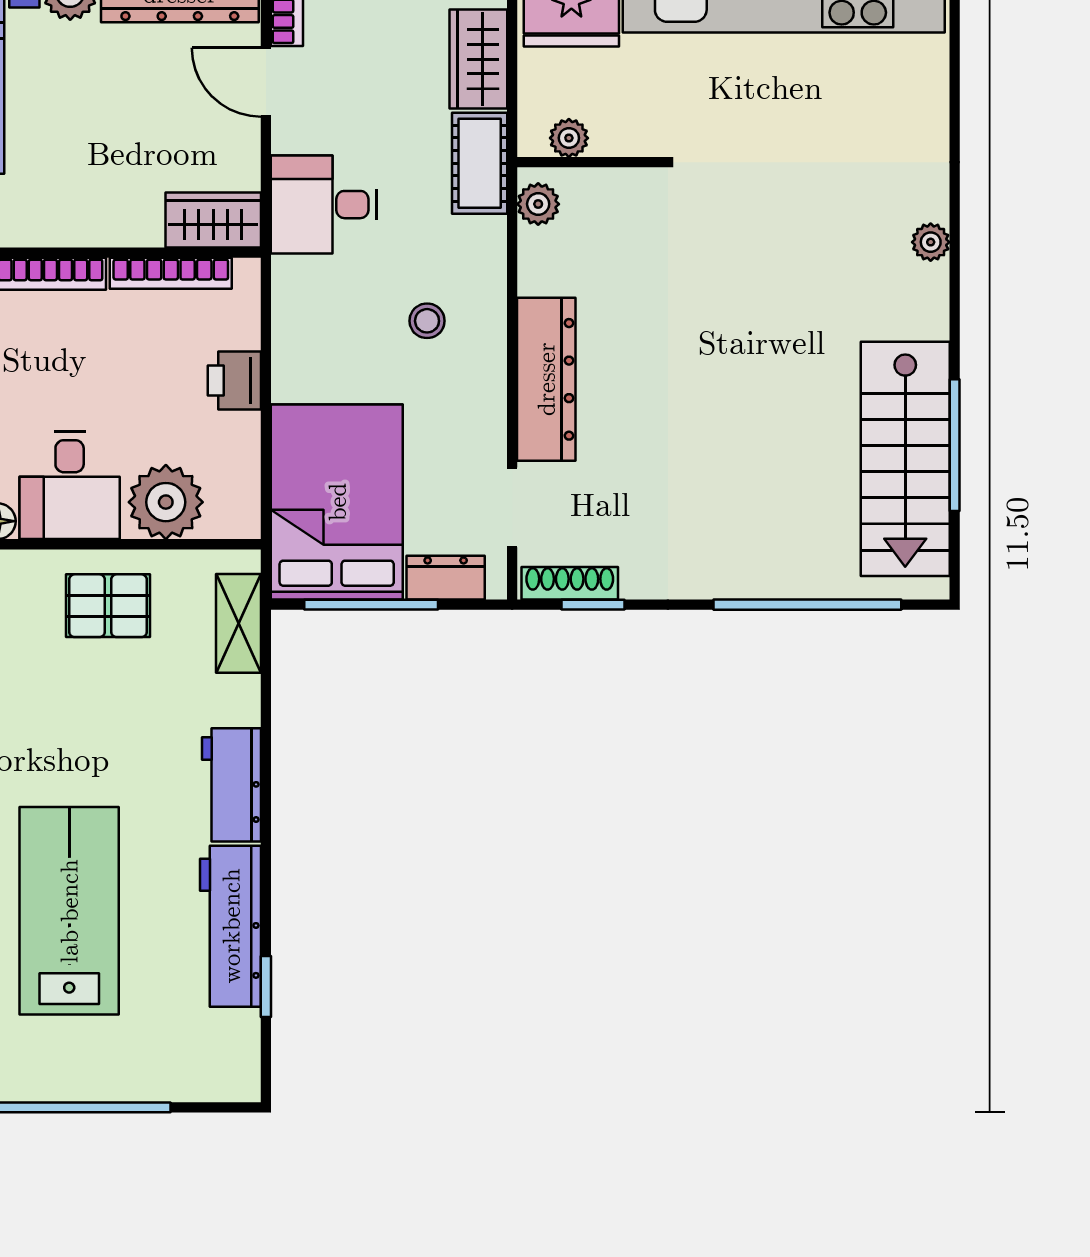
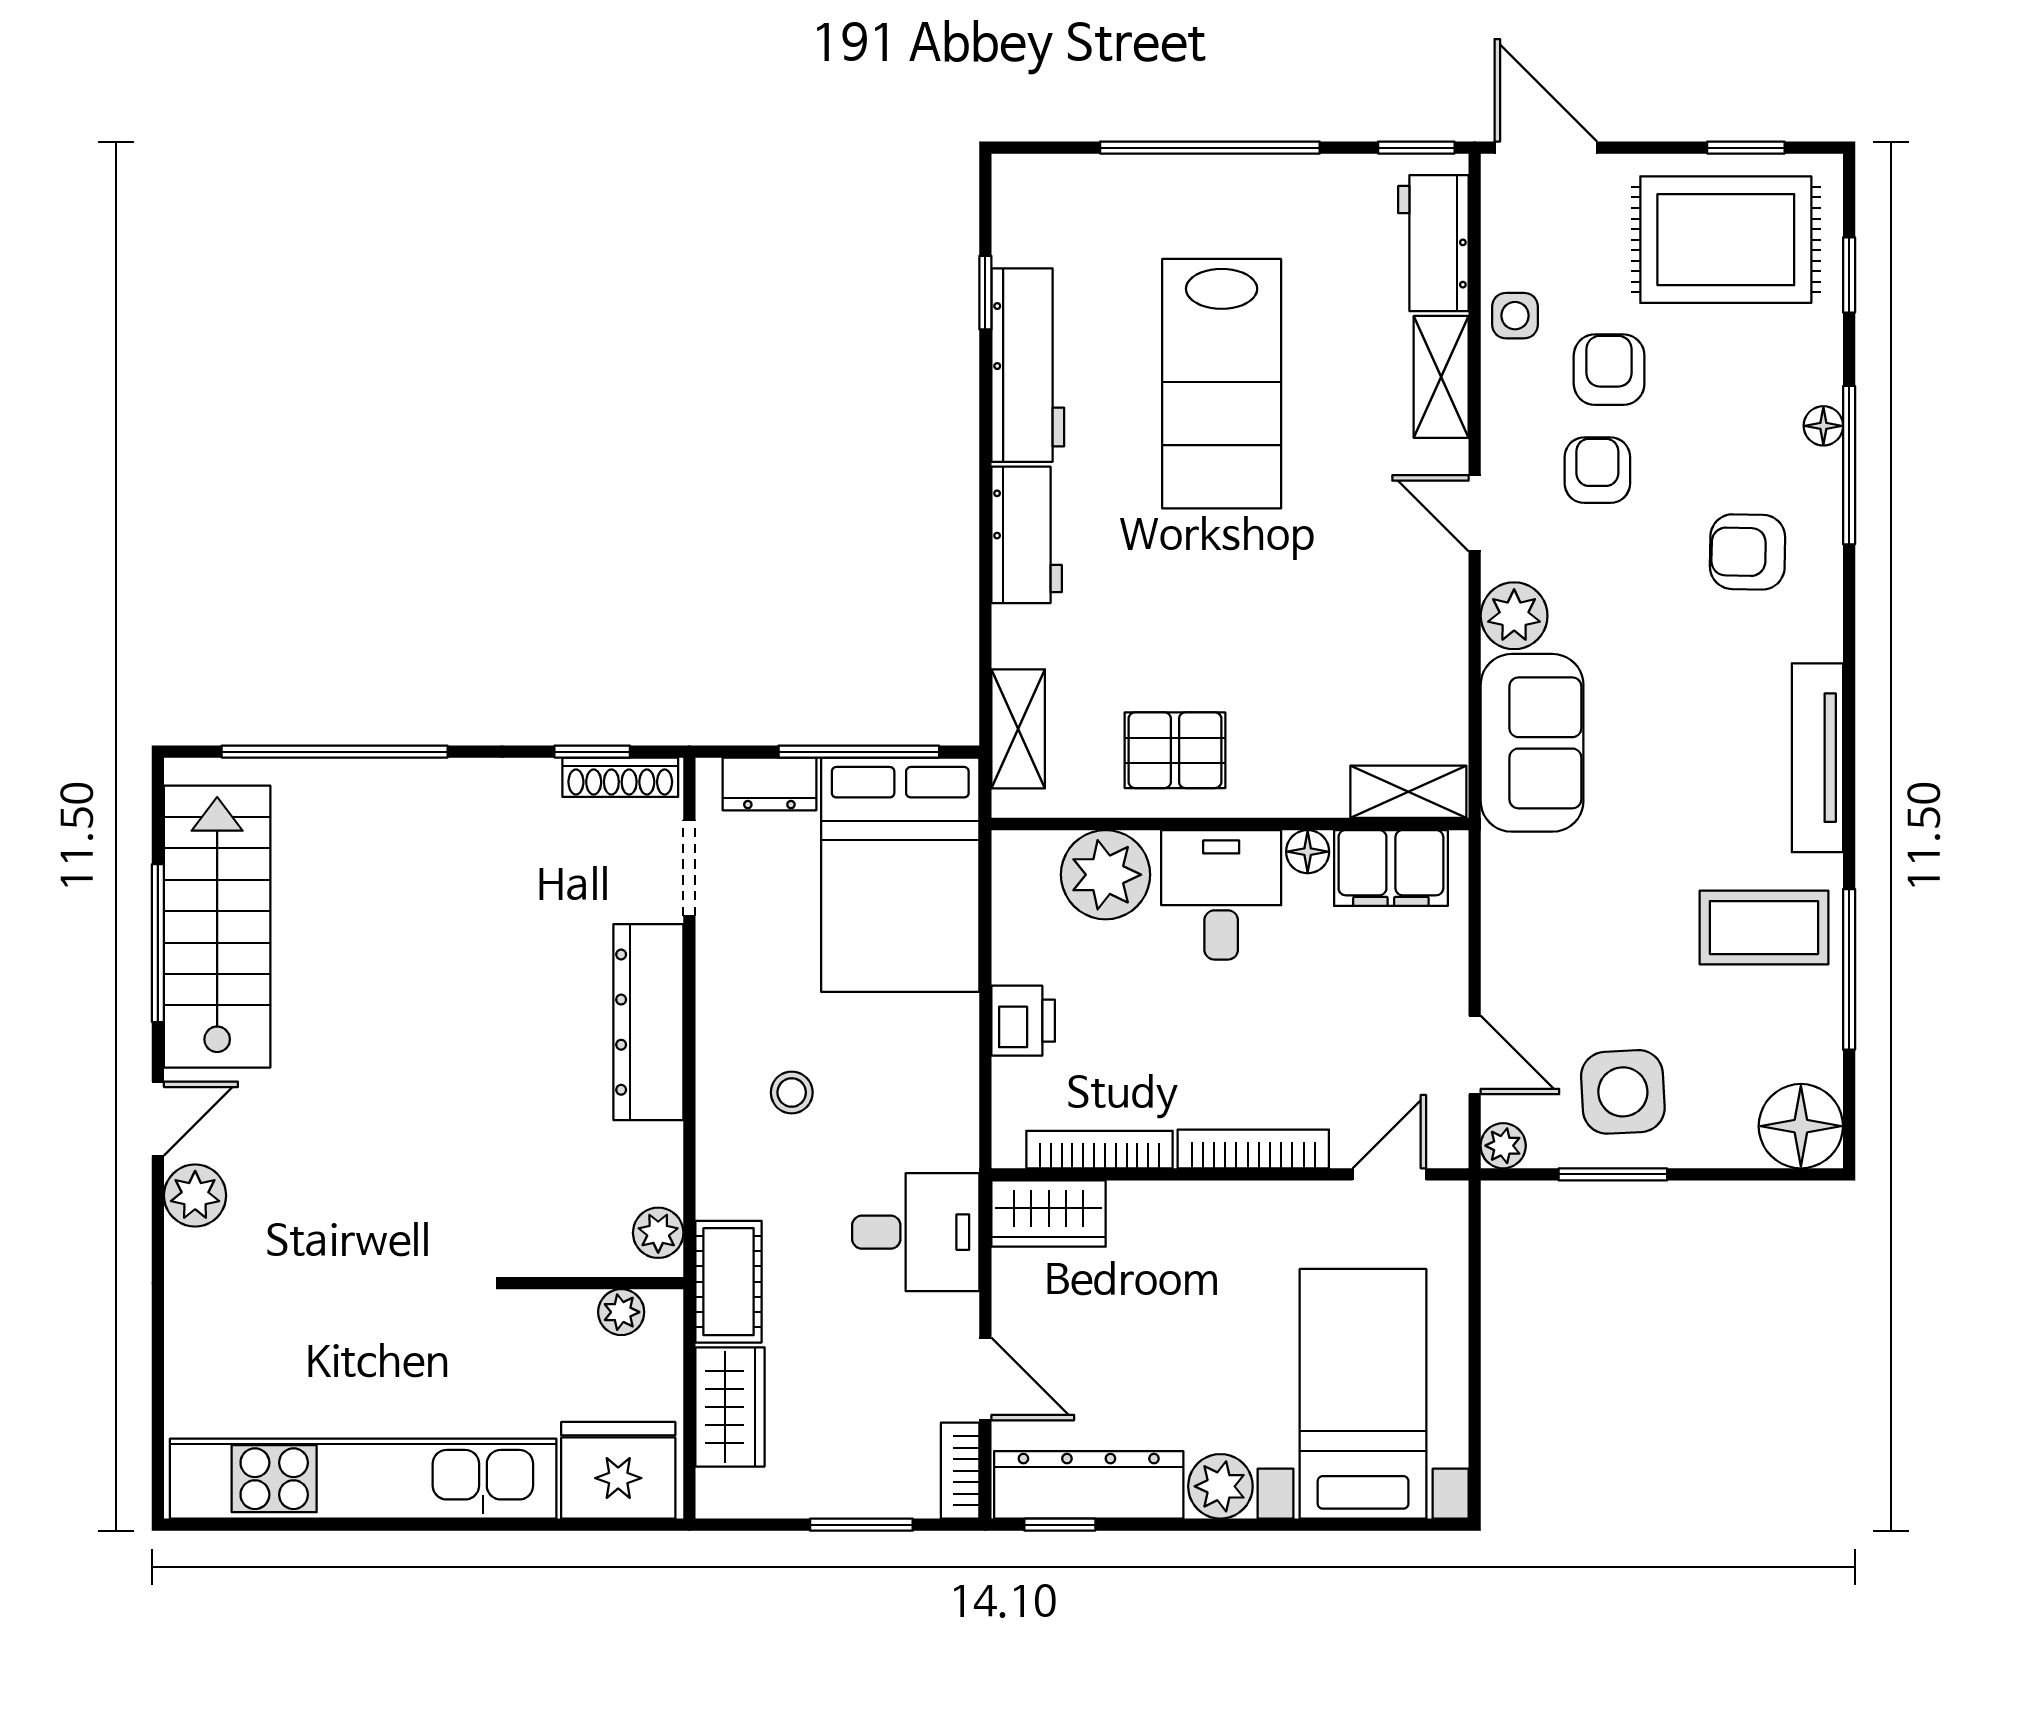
plant: (931, 242) -> (195, 1196), width x1.38, depth x1.38
door: (955, 299) -> (158, 1119), added

